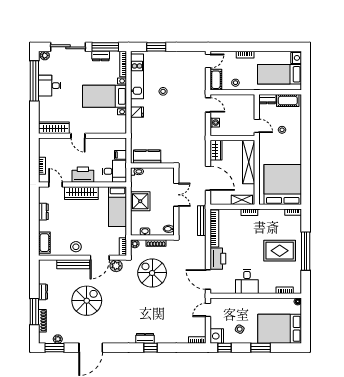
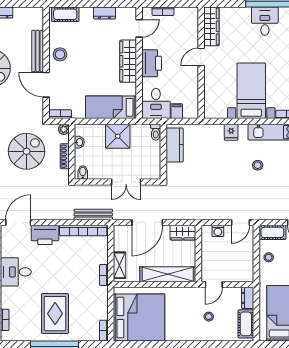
plant: (116, 266) -> (36, 105), removed

